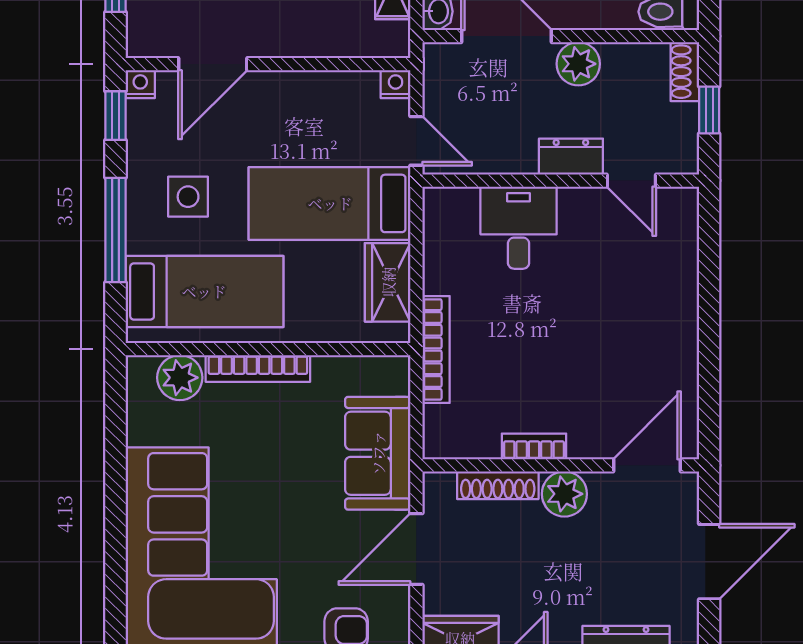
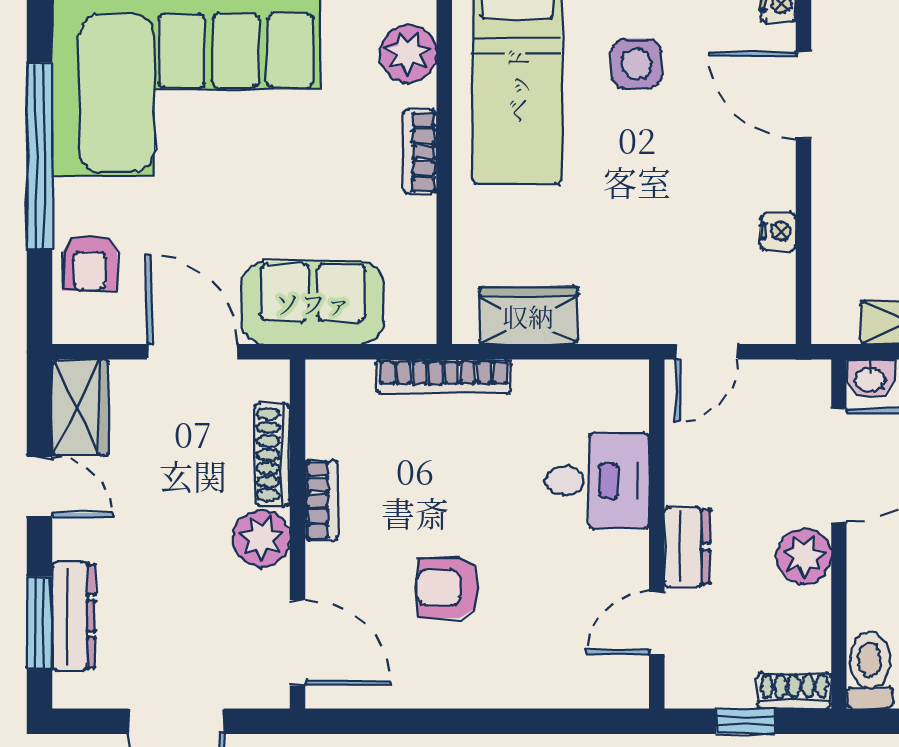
nightstand: (396, 84) -> (778, 231), moved
bed: (330, 203) -> (628, 242), removed
armchair: (603, 346) -> (448, 588), added
bookcase: (258, 368) -> (420, 152), width x0.64

